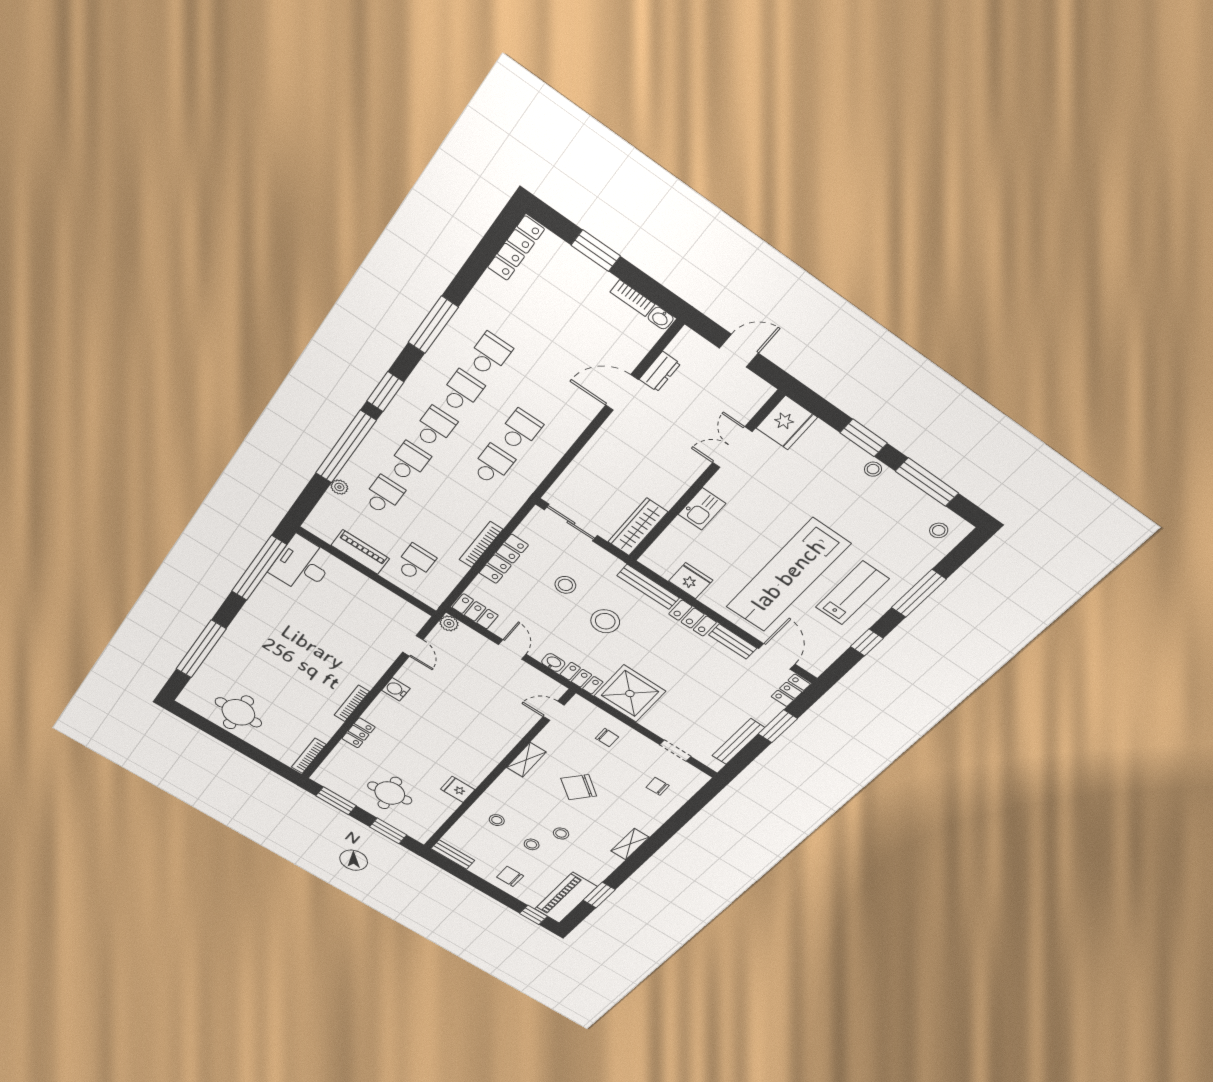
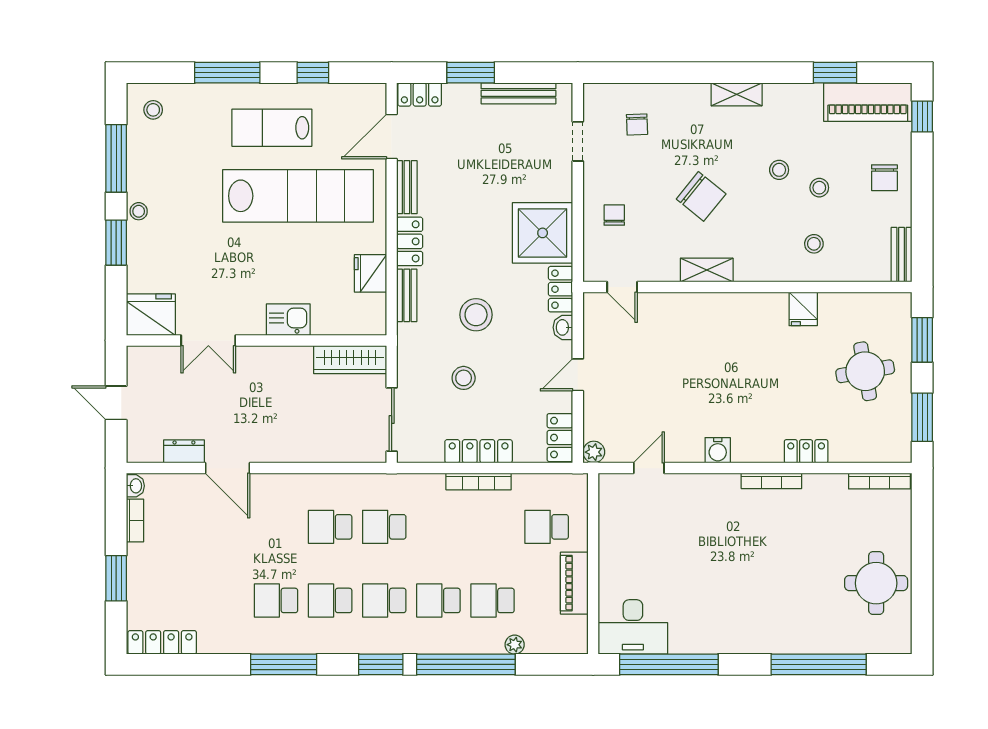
bench: (648, 587) -> (407, 295), width x0.73

